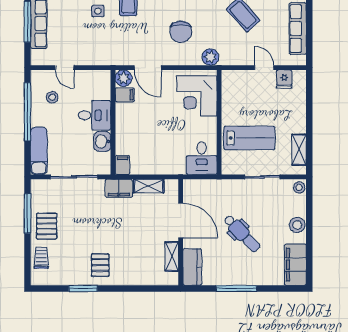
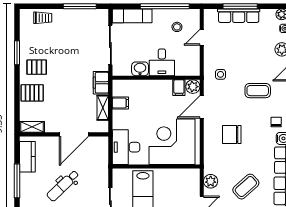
side table: (98, 11) -> (221, 74), moved
plant: (210, 57) -> (211, 181), moved
corner desk: (197, 96) -> (172, 142), width x1.36, depth x1.36
desk: (202, 158) -> (126, 147), width x1.37
filing cabinet: (122, 165) -> (120, 103), moved
pallet: (47, 226) -> (32, 93), moved
shelving: (172, 256) -> (32, 127), moved
kitchen counter: (192, 267) -> (27, 157), moved, turned -90

